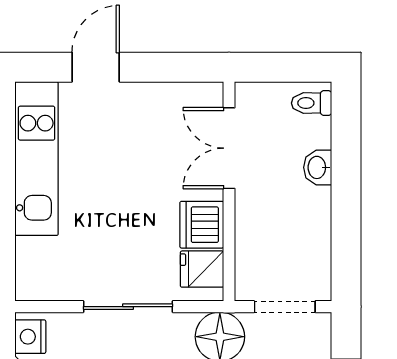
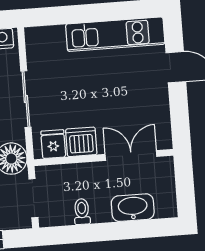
toilet: (312, 103) -> (82, 212), moved
washbasin: (318, 167) -> (133, 208), width x1.91, depth x1.45

